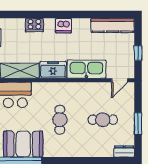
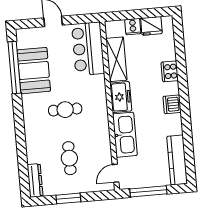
window: (138, 53) -> (148, 191), width x2.17
door: (120, 80) -> (116, 173), hinge flipped
dresser: (124, 152) -> (35, 180), width x1.44

